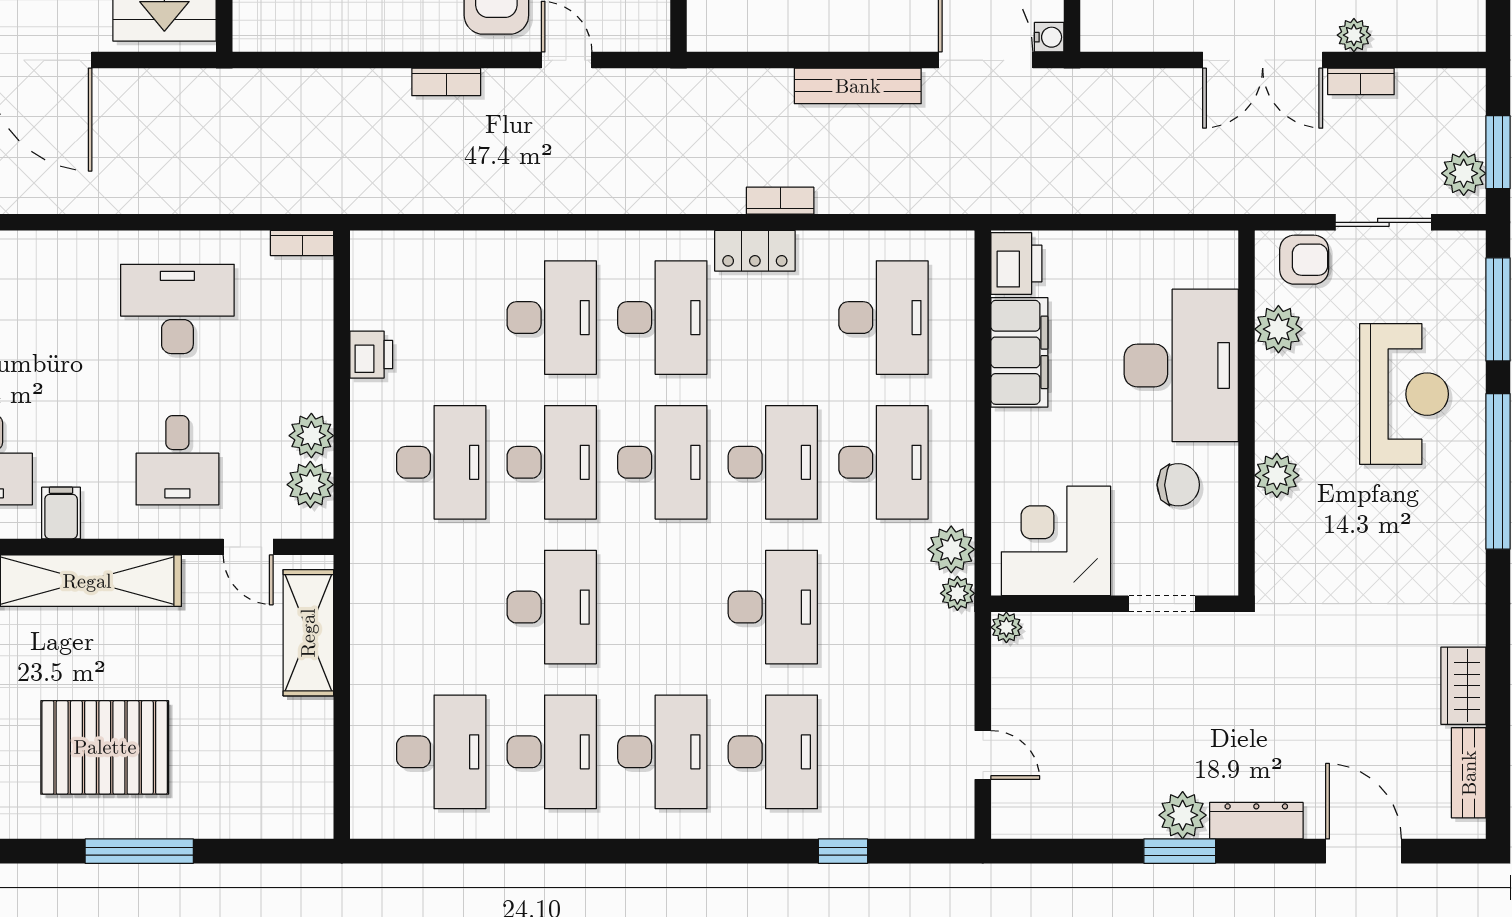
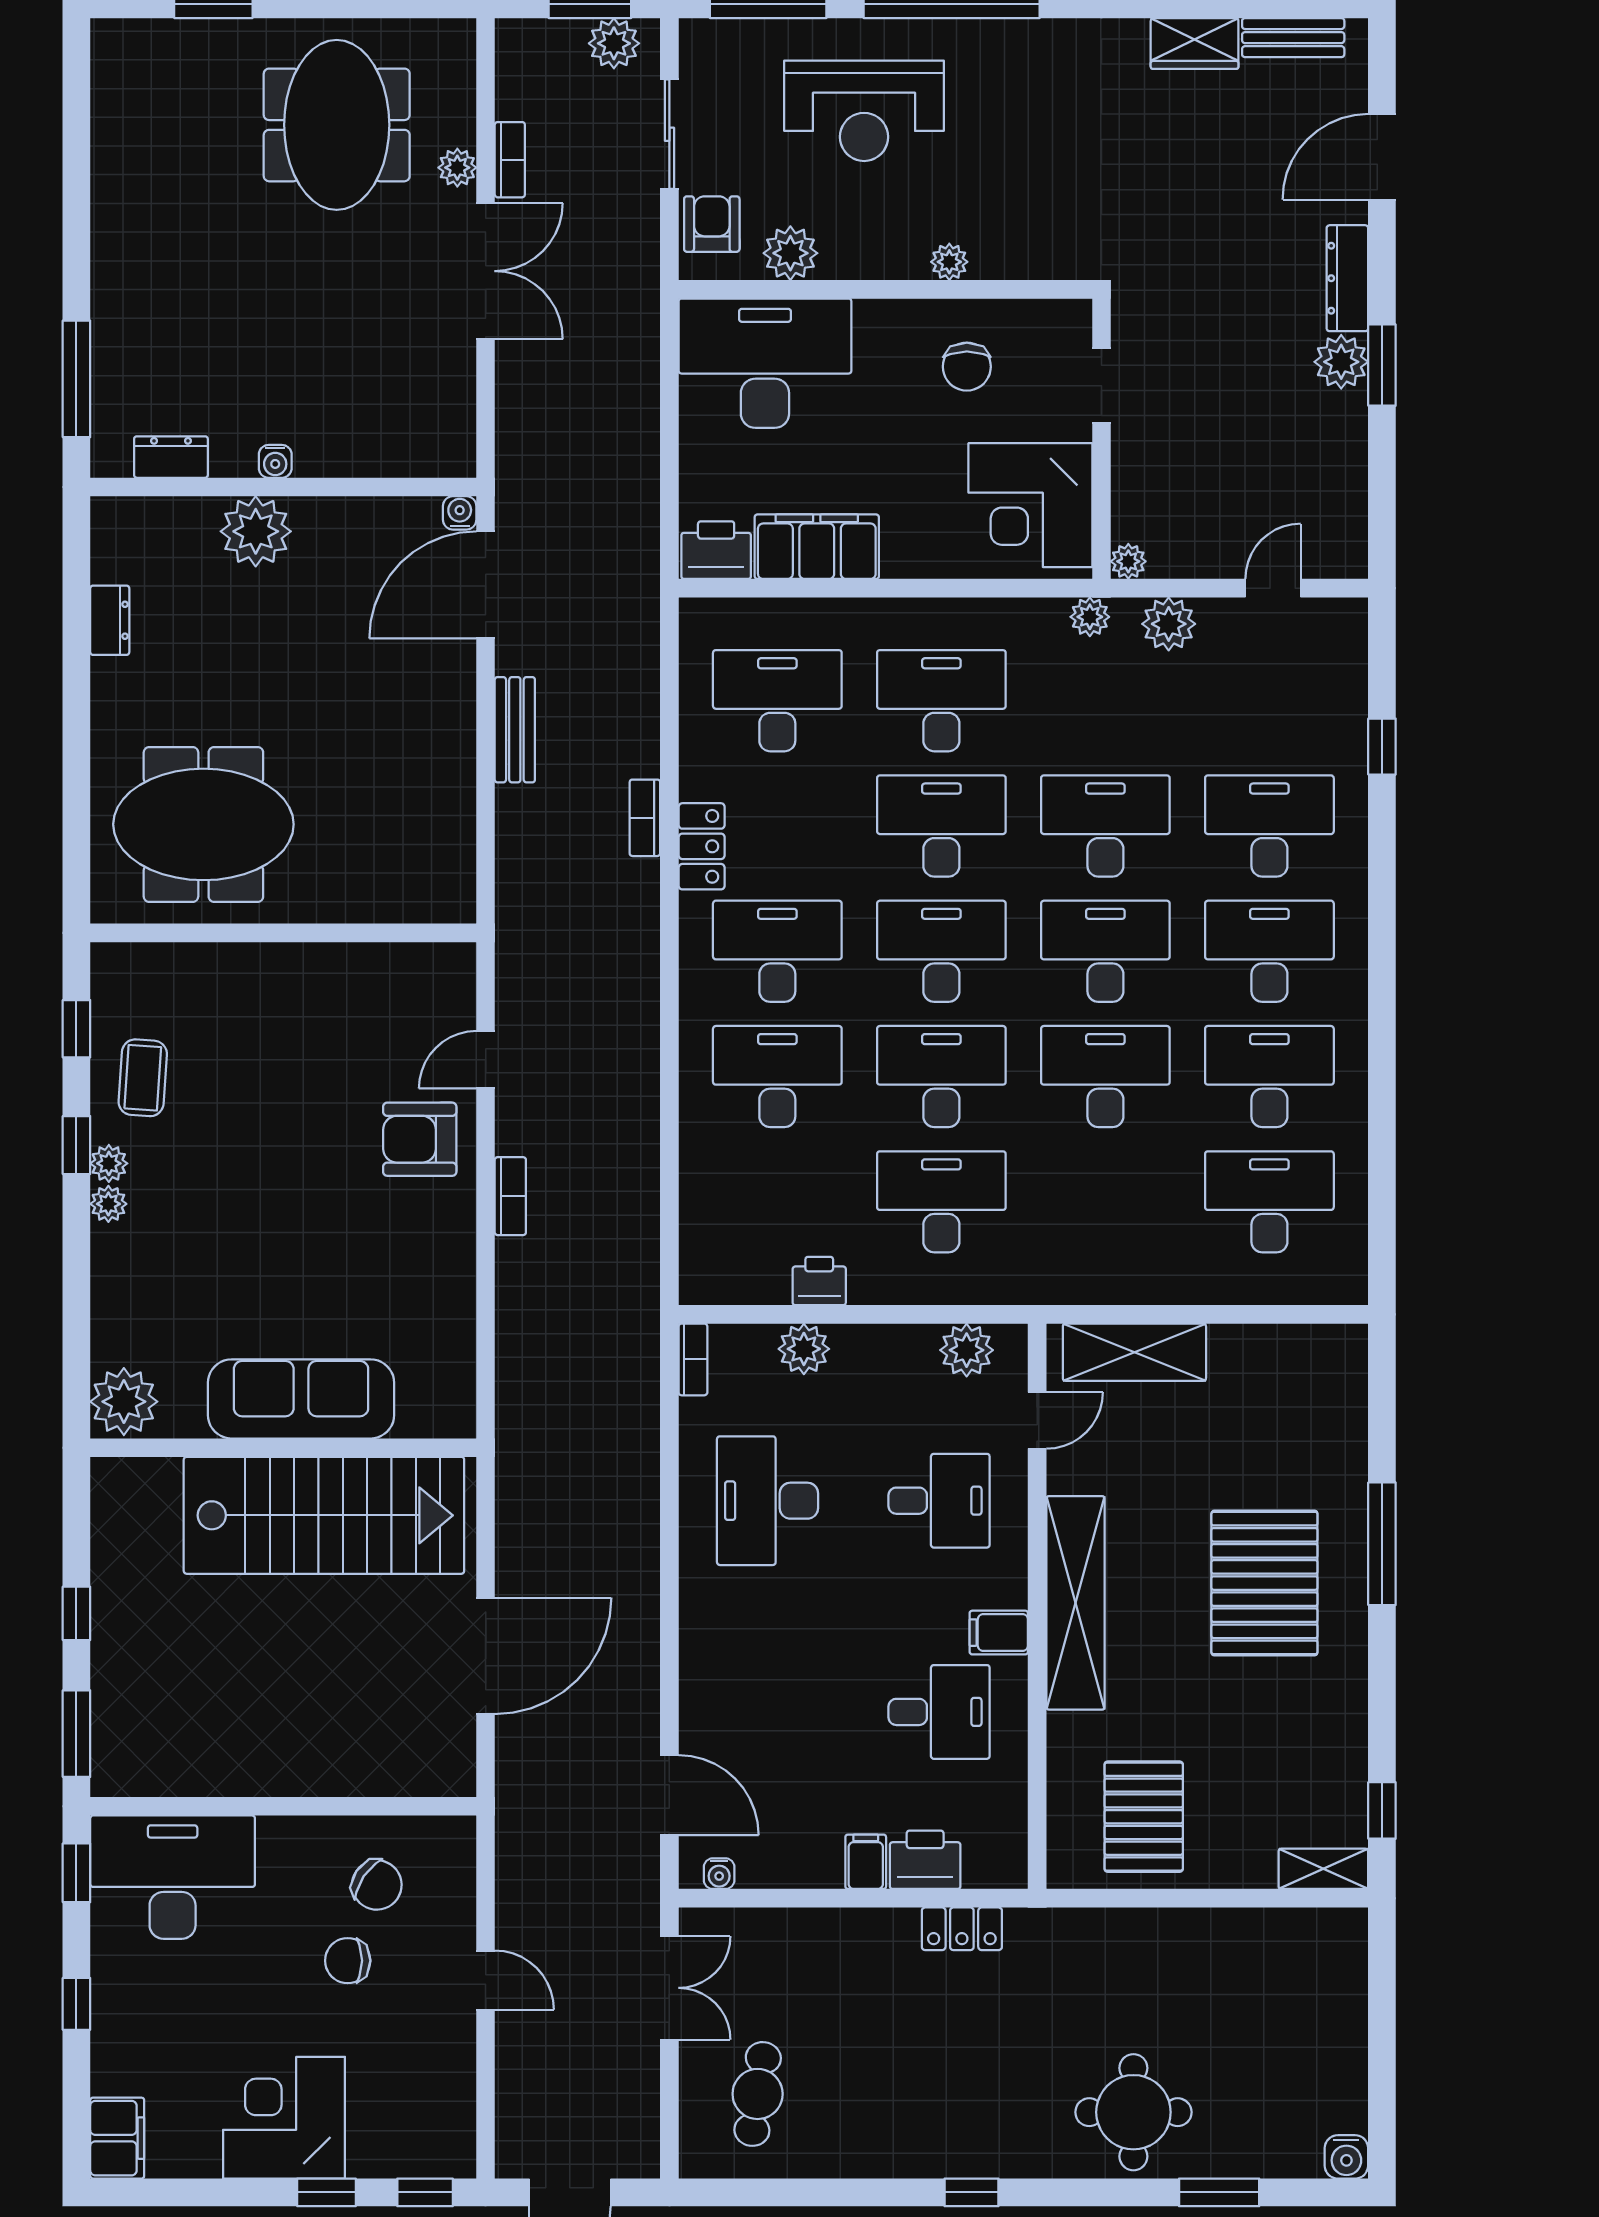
bench: (858, 86) -> (515, 730), width x0.73
desk: (1181, 365) -> (765, 363), moved
reception desk: (1404, 394) -> (864, 111), turned 180
plant: (311, 436) -> (804, 1349), moved
plant: (1277, 475) -> (949, 262), width x0.73, depth x0.73
chair: (1178, 485) -> (967, 367), turned 180
plant: (951, 549) -> (1169, 624), moved
desk: (662, 607) -> (1105, 951), added

